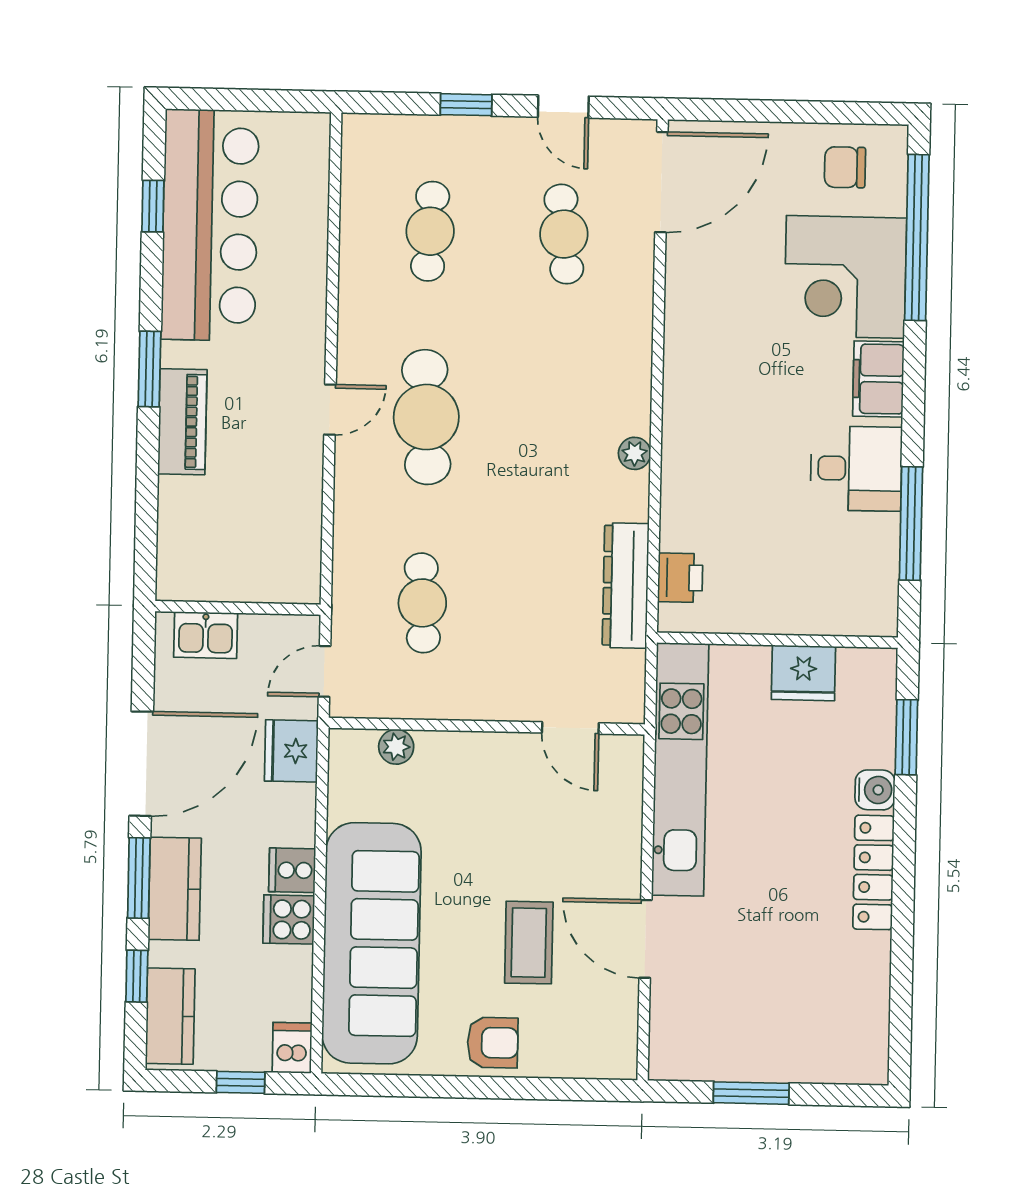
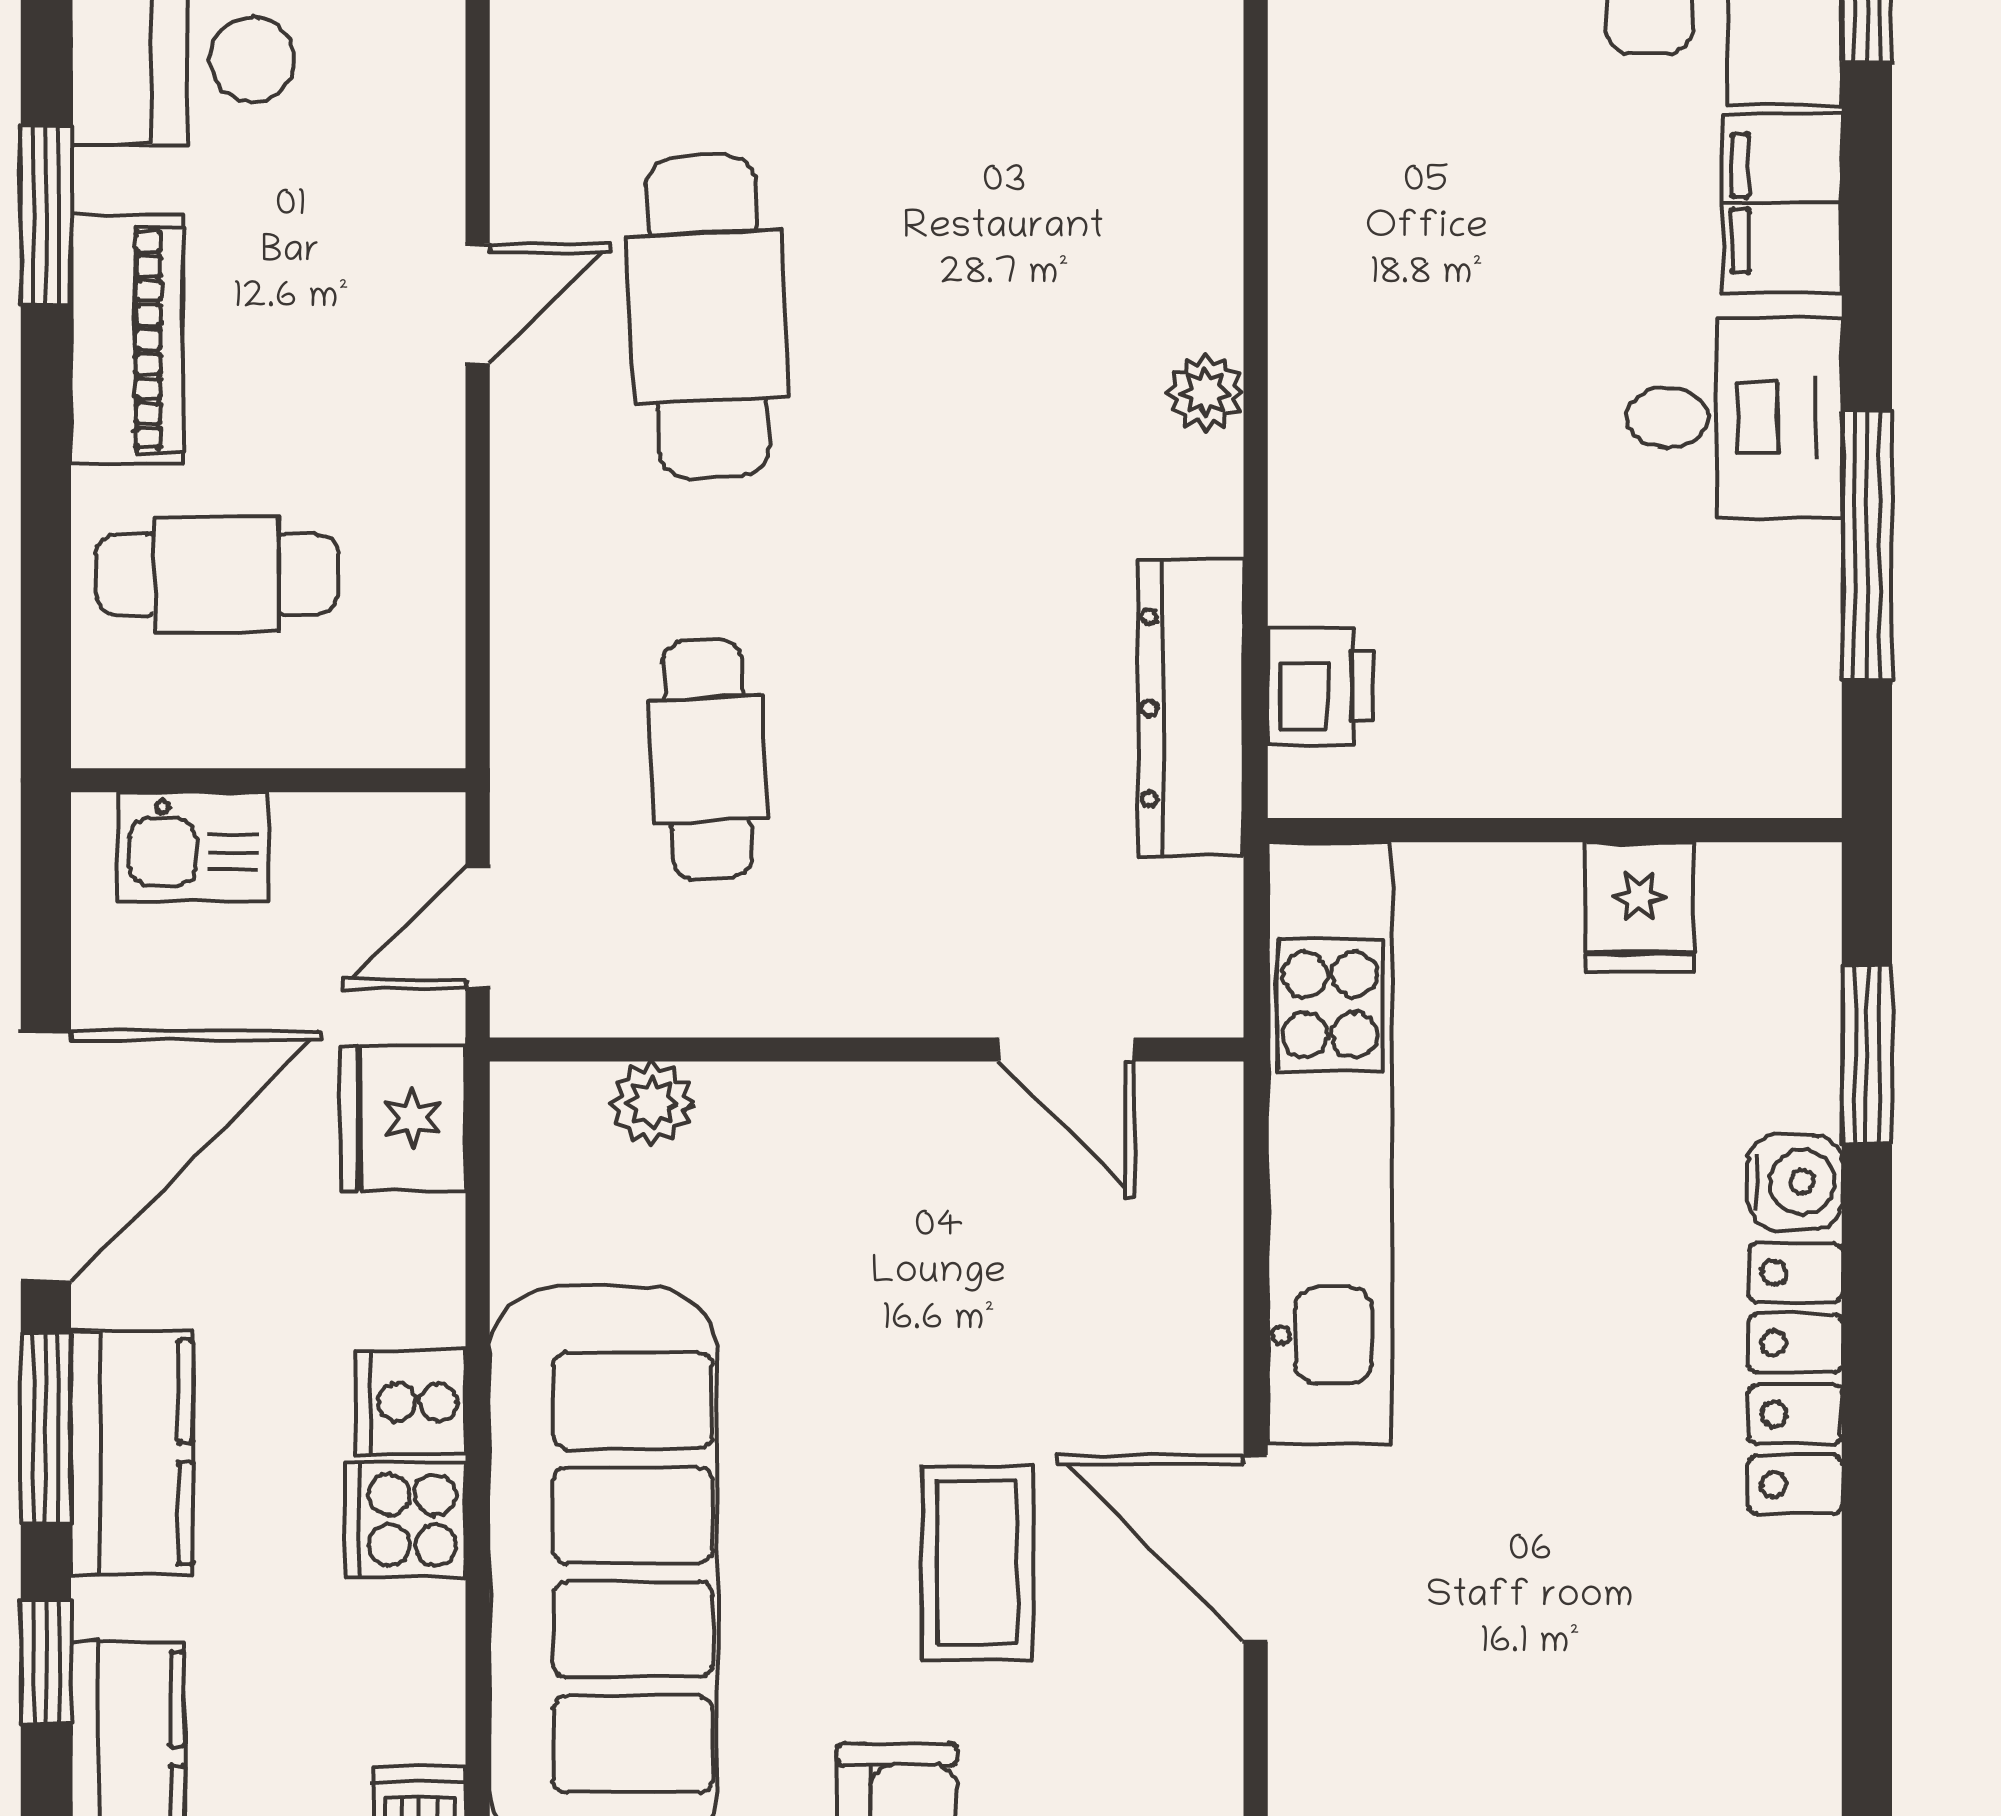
cafe table: (218, 521) -> (216, 574), added
fridge: (803, 673) -> (1639, 907), width x0.72

